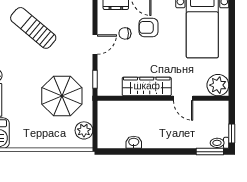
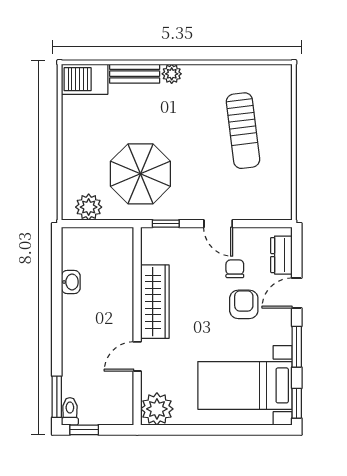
sun lounger: (33, 28) -> (243, 131), turned 133

